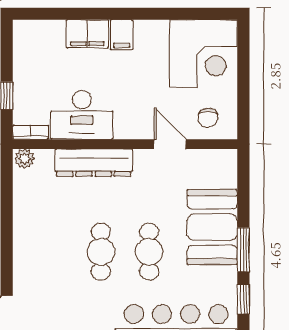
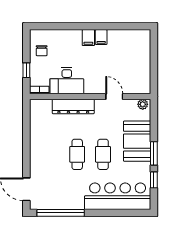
filing cabinet: (87, 34) -> (101, 37), moved, width x0.50
corner desk: (204, 54) -> (132, 48), removed
chair: (208, 118) -> (42, 51), moved
plant: (25, 159) -> (143, 104), moved

